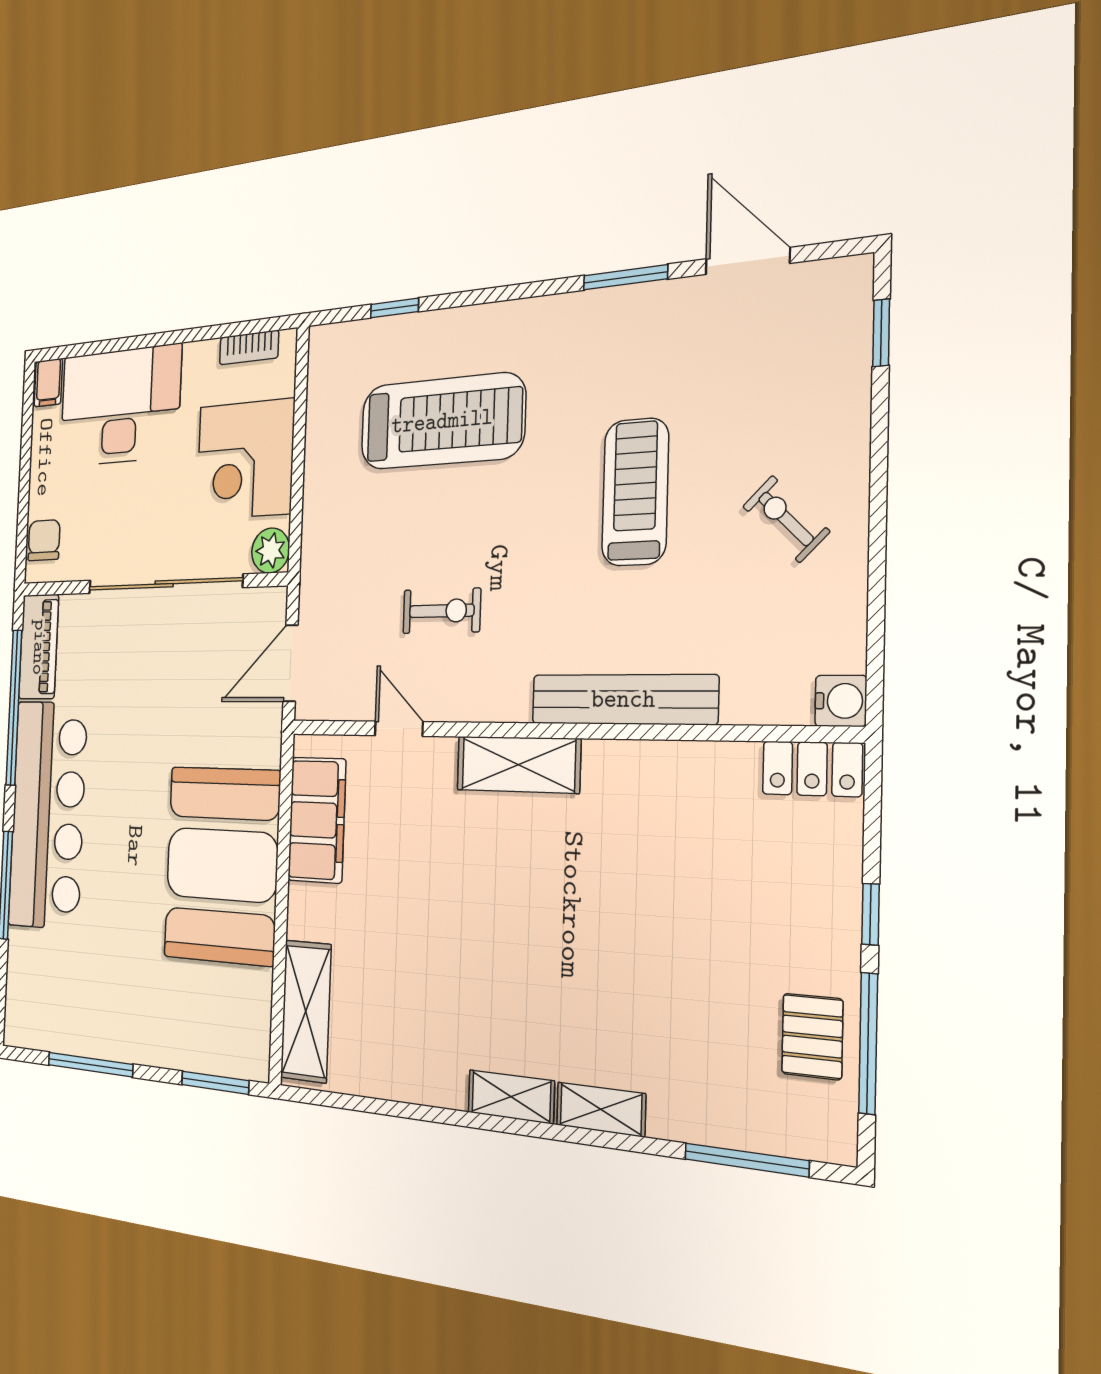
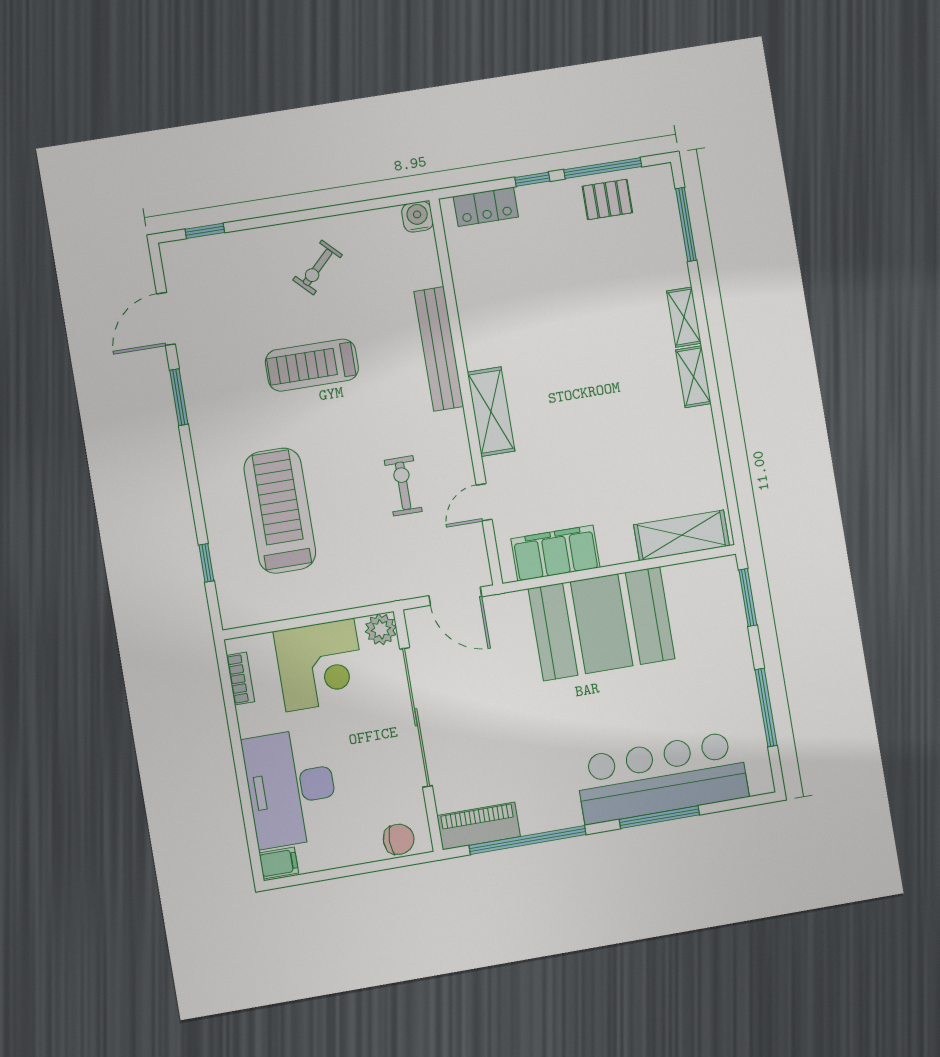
chair: (44, 540) -> (399, 839), turned 180
locker: (812, 769) -> (486, 207), moved, turned 90
bar counter: (48, 815) -> (662, 778), moved

